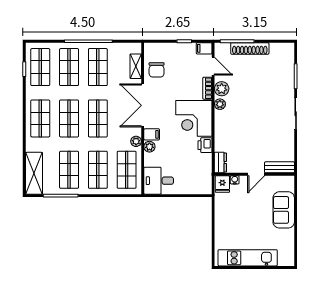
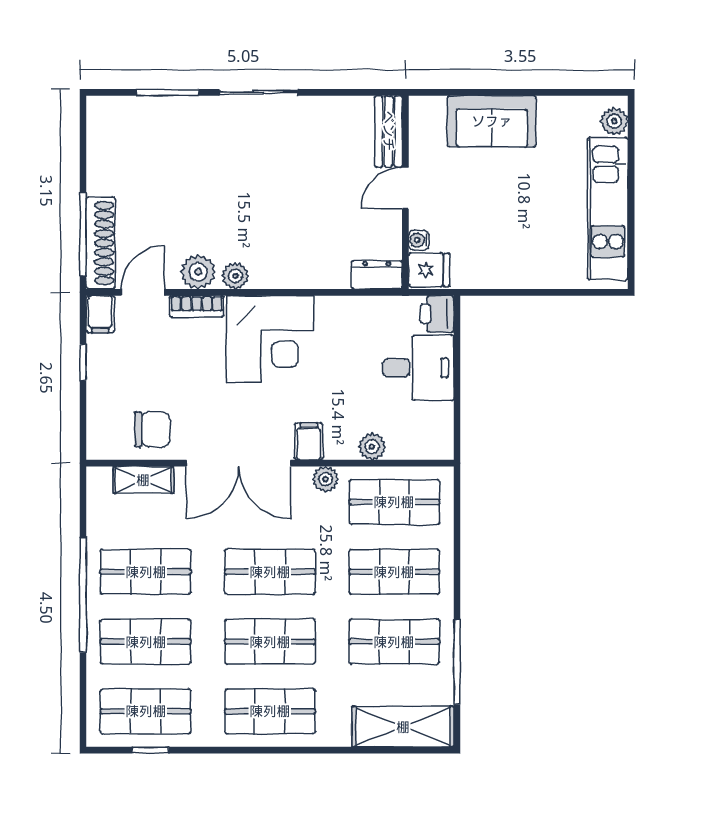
shoe rack: (250, 48) -> (100, 243), moved
printer: (205, 145) -> (437, 314), moved, turned 90
plant: (149, 147) -> (372, 447), moved
door: (256, 174) -> (405, 188), swing flipped
desk: (159, 181) -> (418, 368), moved, turned -90
plant: (284, 260) -> (614, 121), added

